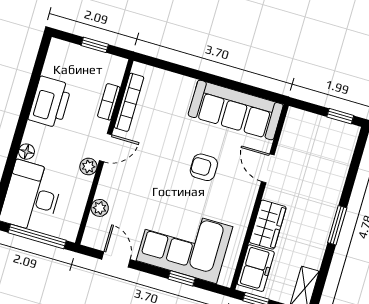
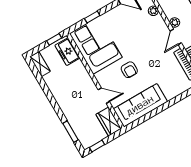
armchair: (204, 167) -> (129, 70), turned 90
wardrobe: (268, 225) -> (109, 122), moved
window: (337, 225) -> (70, 132), moved
corner sofa: (185, 244) -> (96, 45), moved, turned -90

